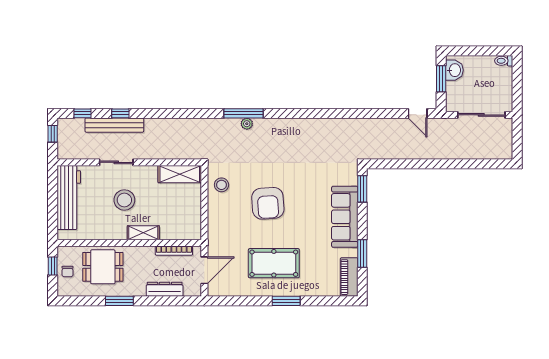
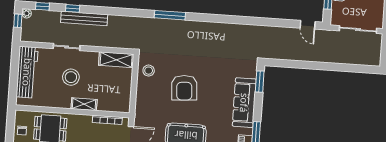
plant: (247, 124) -> (27, 13), moved
bench: (114, 125) -> (84, 18), moved
window: (53, 266) -> (10, 125), removed

